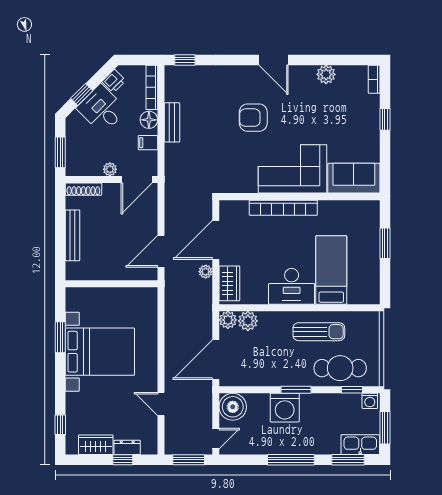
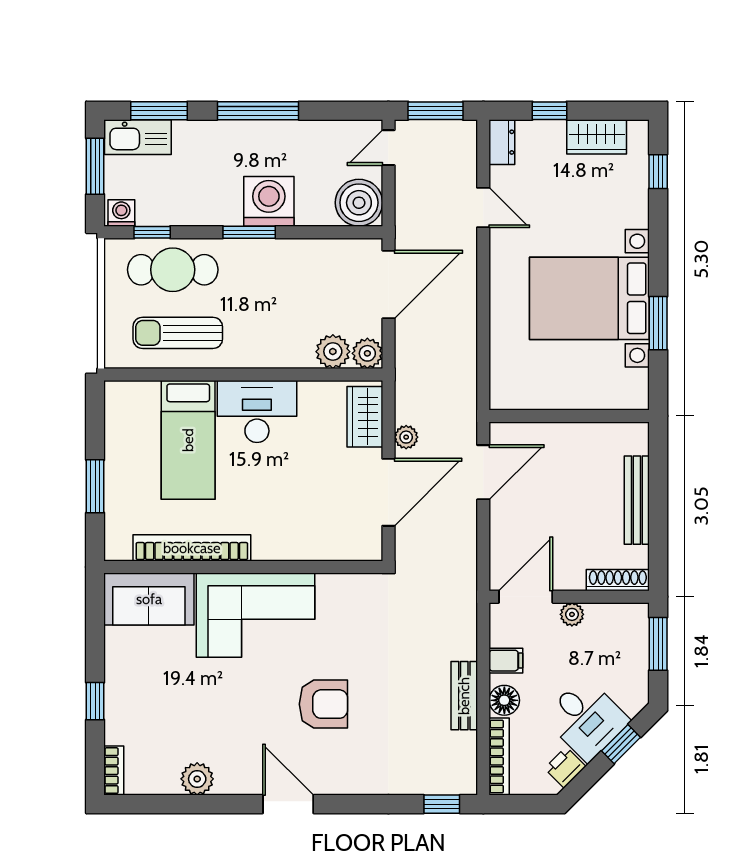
bookcase: (283, 208) -> (192, 548), moved
sun lounger: (319, 332) -> (178, 333), moved
dresser: (127, 447) -> (502, 142), moved, turned -90

